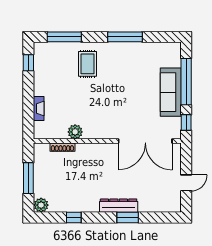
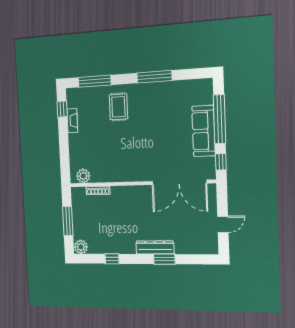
fireplace: (39, 109) -> (72, 121), moved
plant: (75, 132) -> (83, 176), moved

